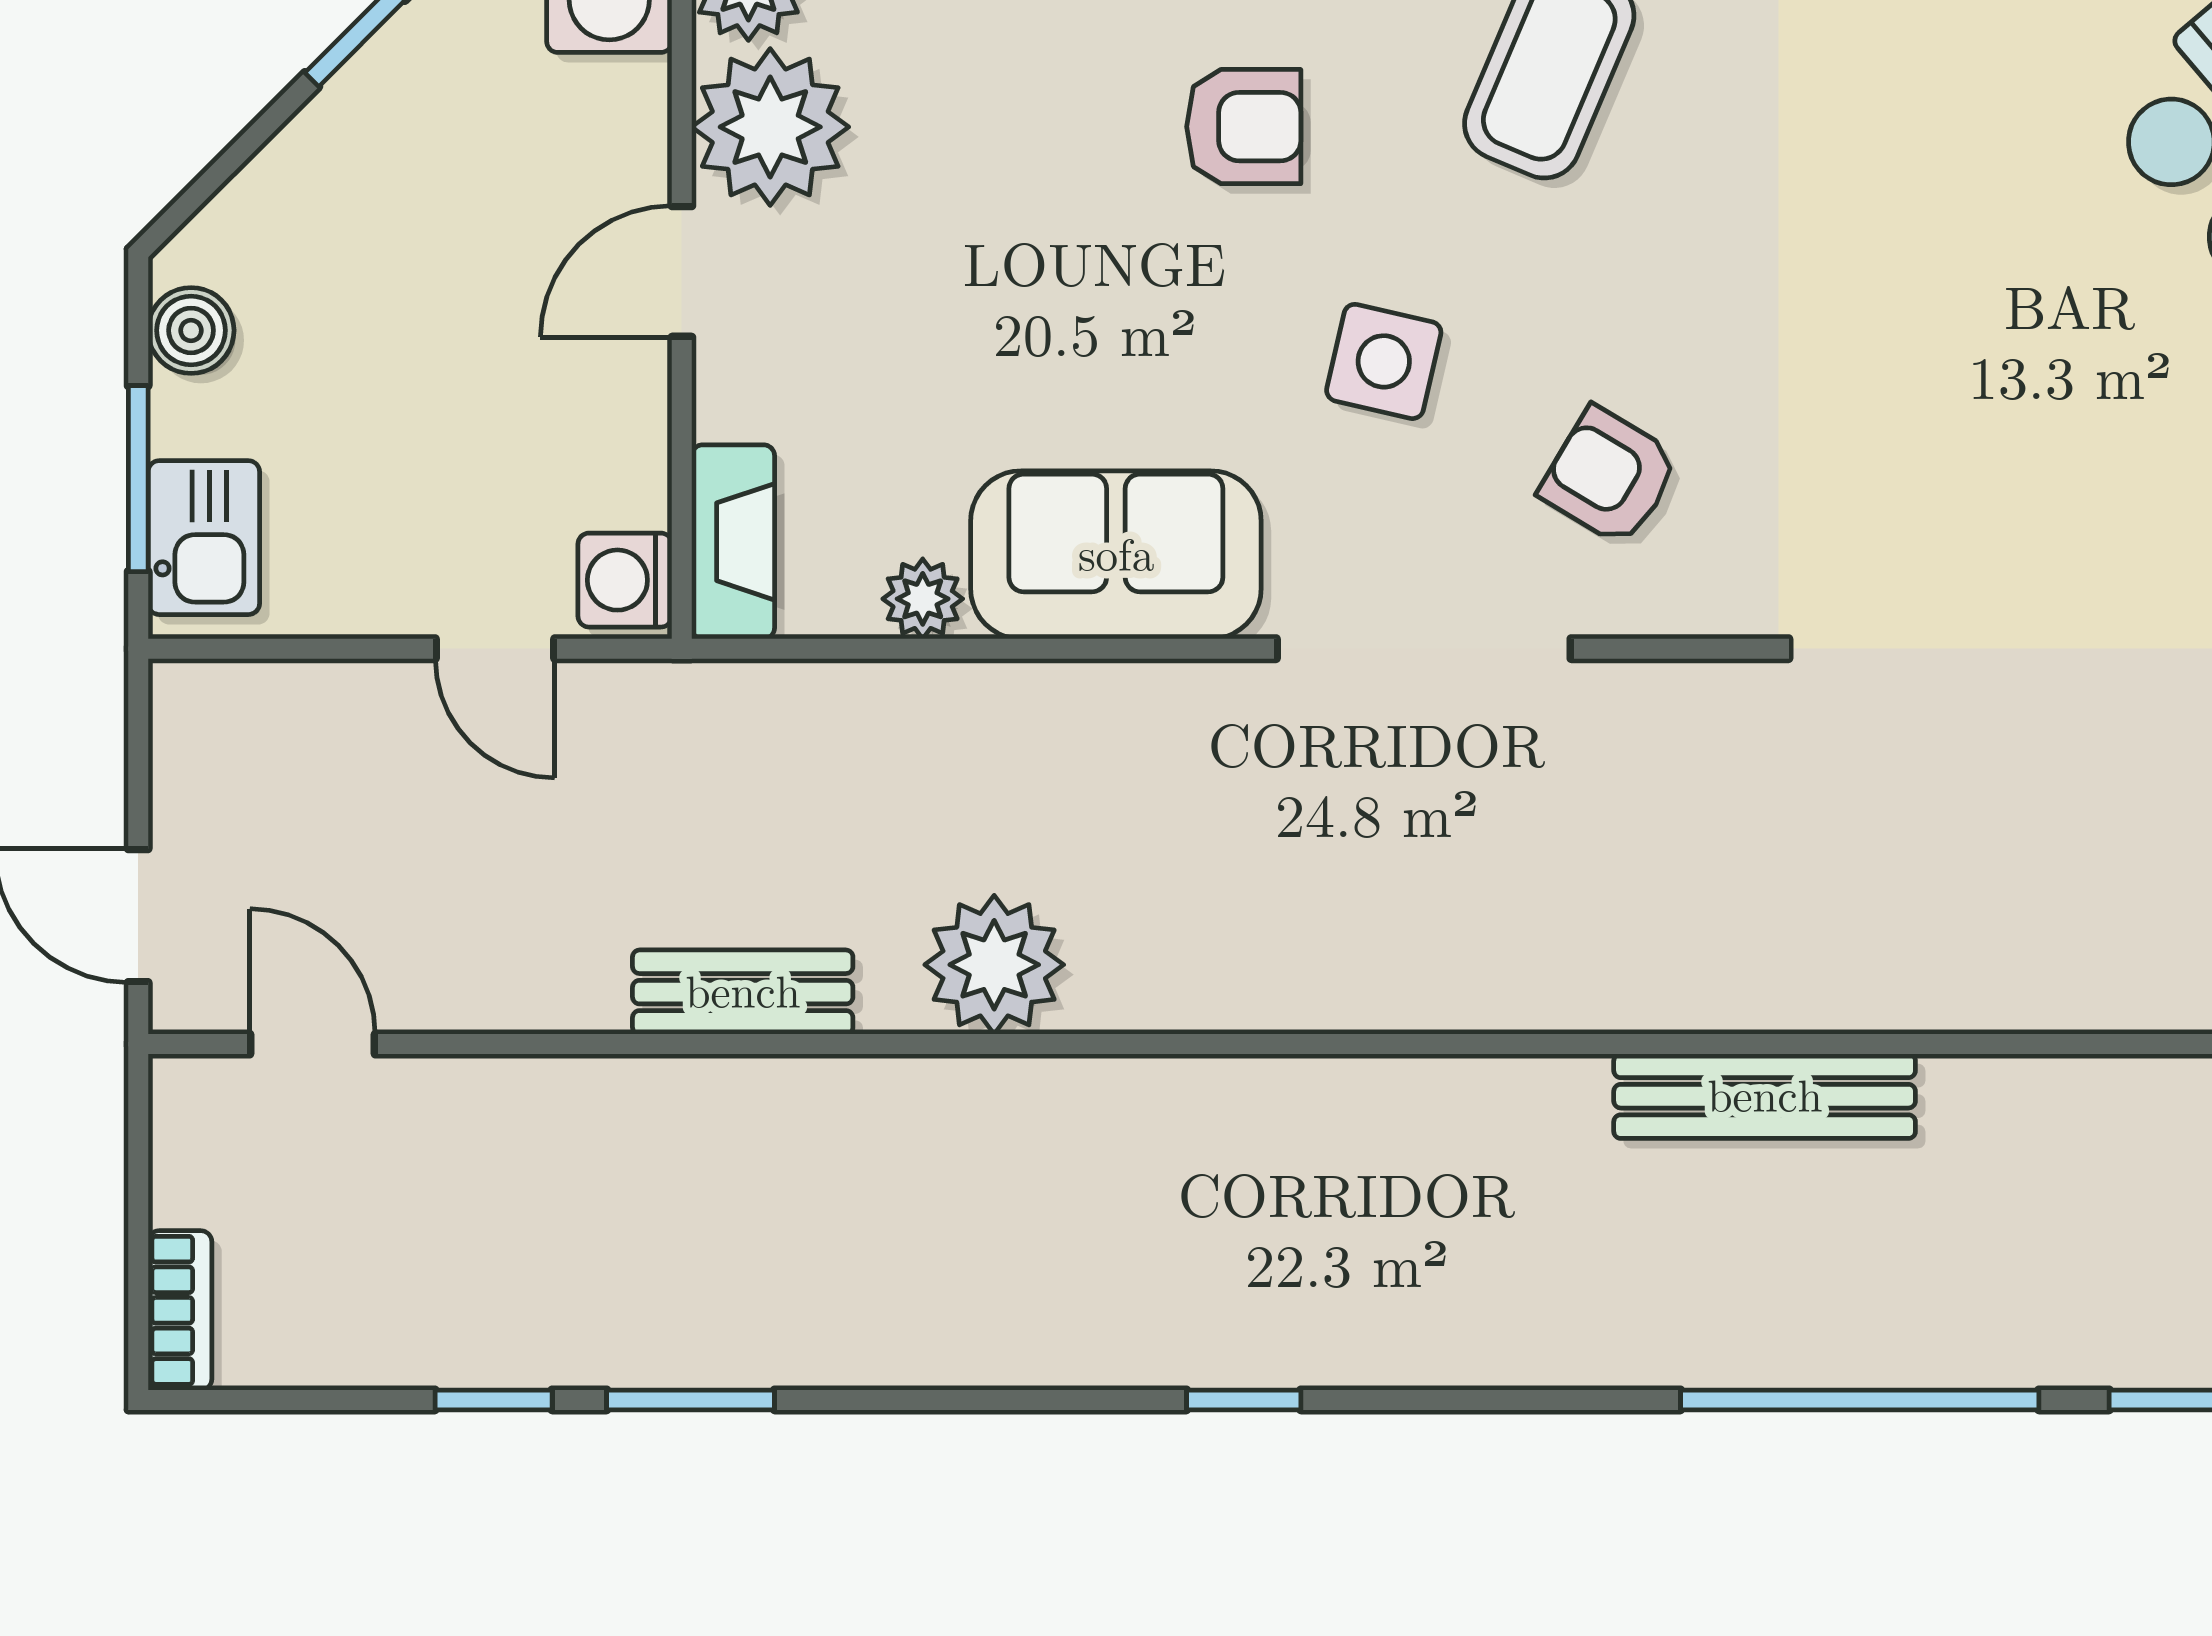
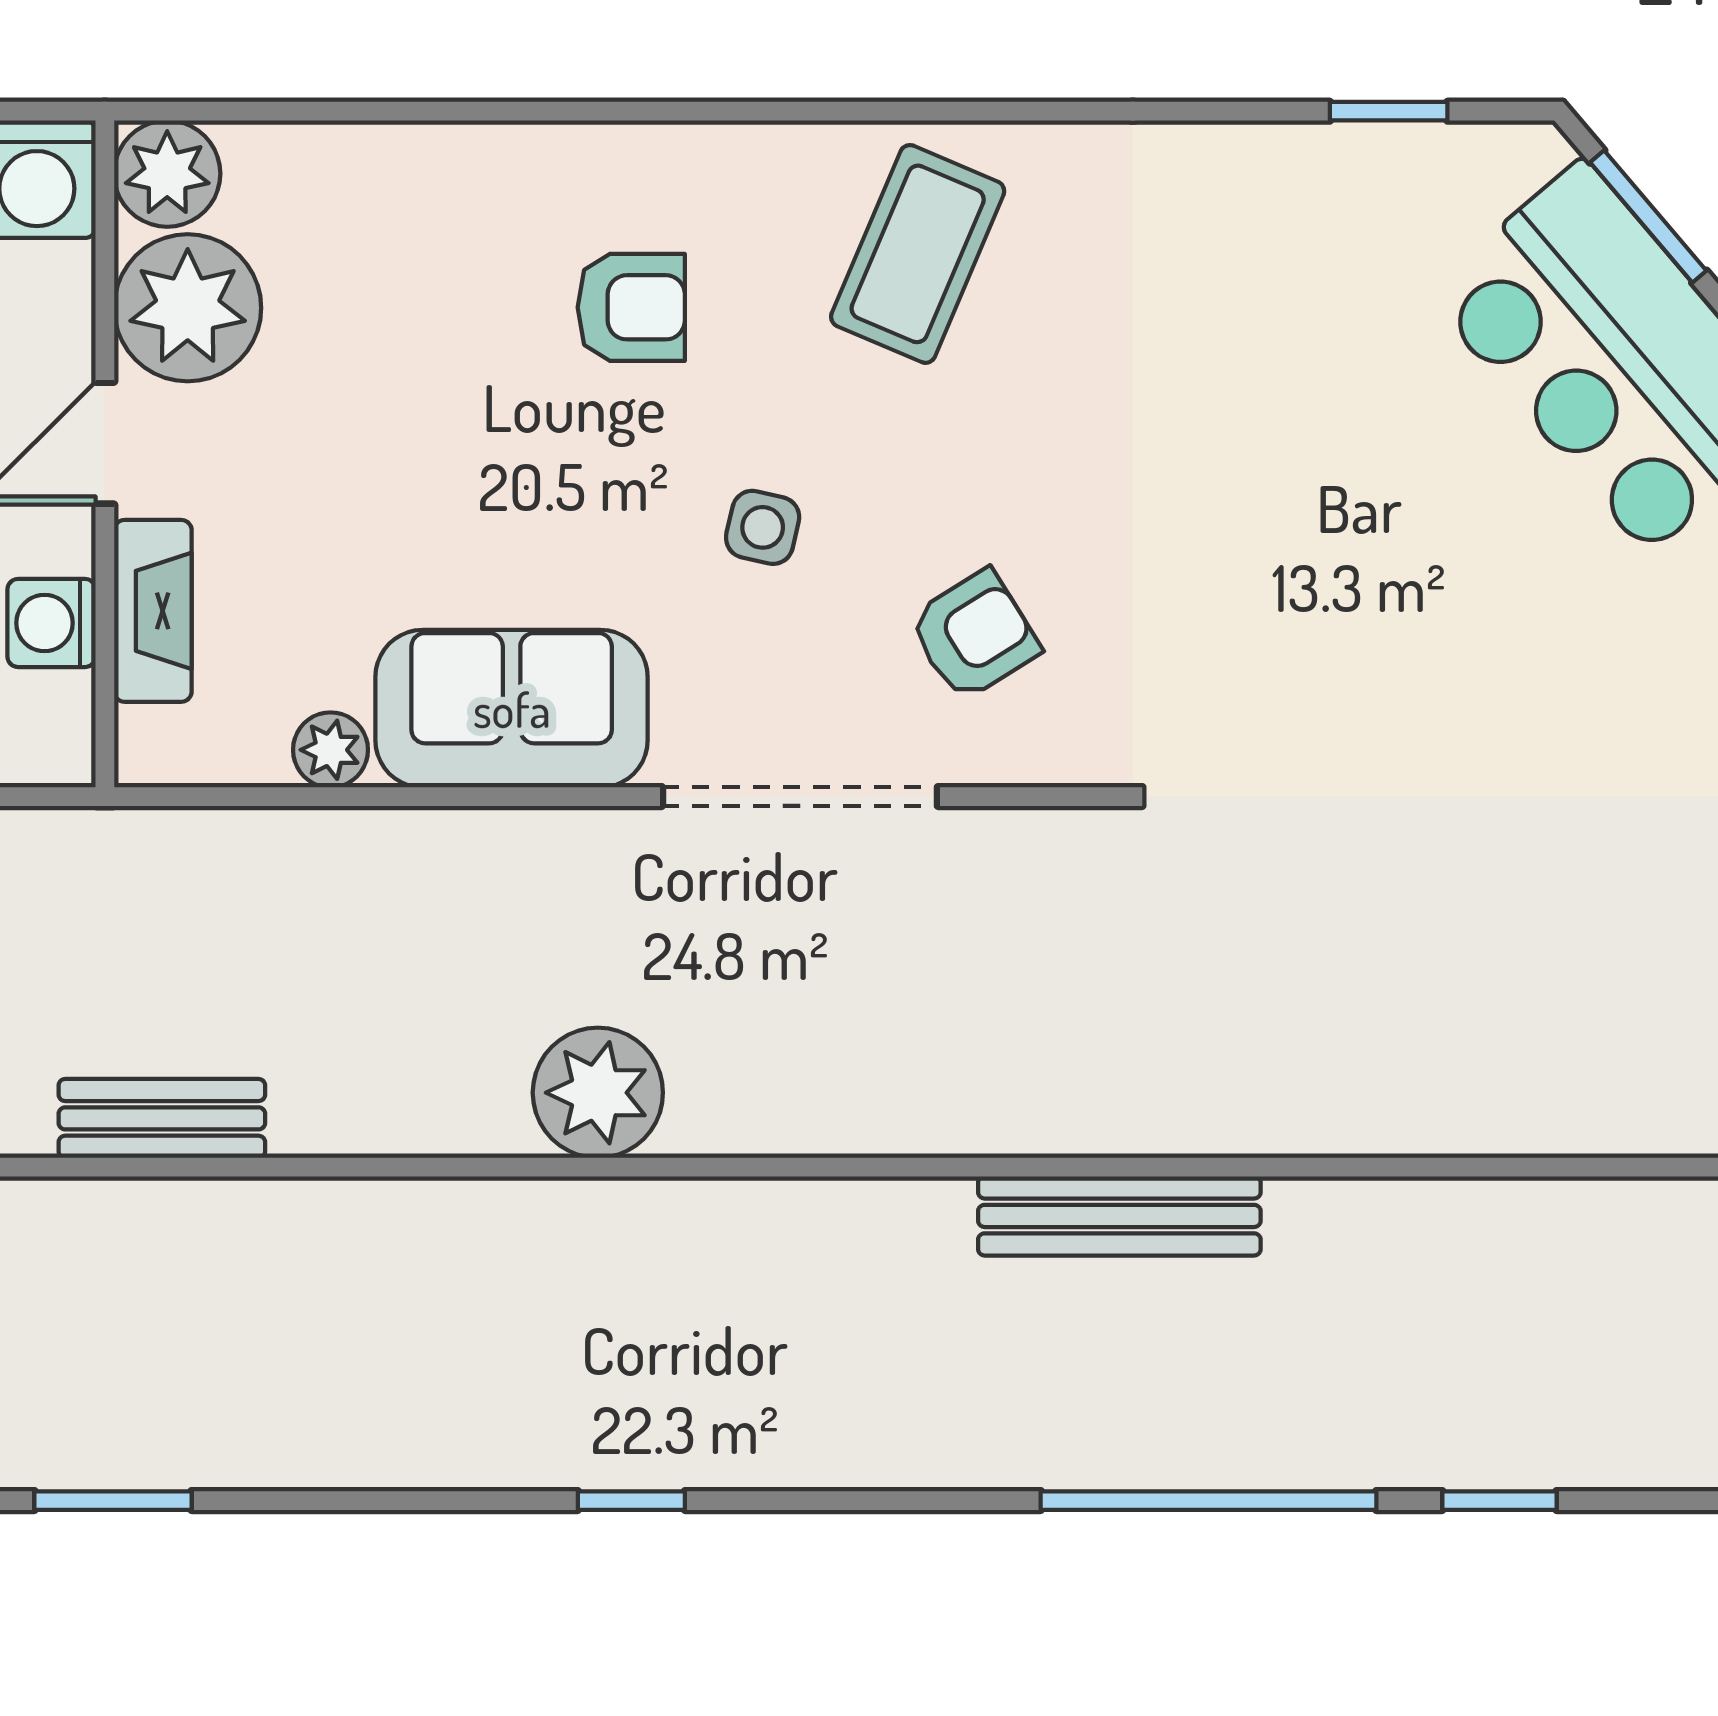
side table: (1384, 361) -> (763, 527), width x0.73, depth x0.73
armchair: (1610, 476) -> (974, 635), turned 117
fireplace: (733, 542) -> (153, 611), moved
washing machine: (625, 580) -> (52, 623), moved
plant: (994, 965) -> (598, 1093), moved

